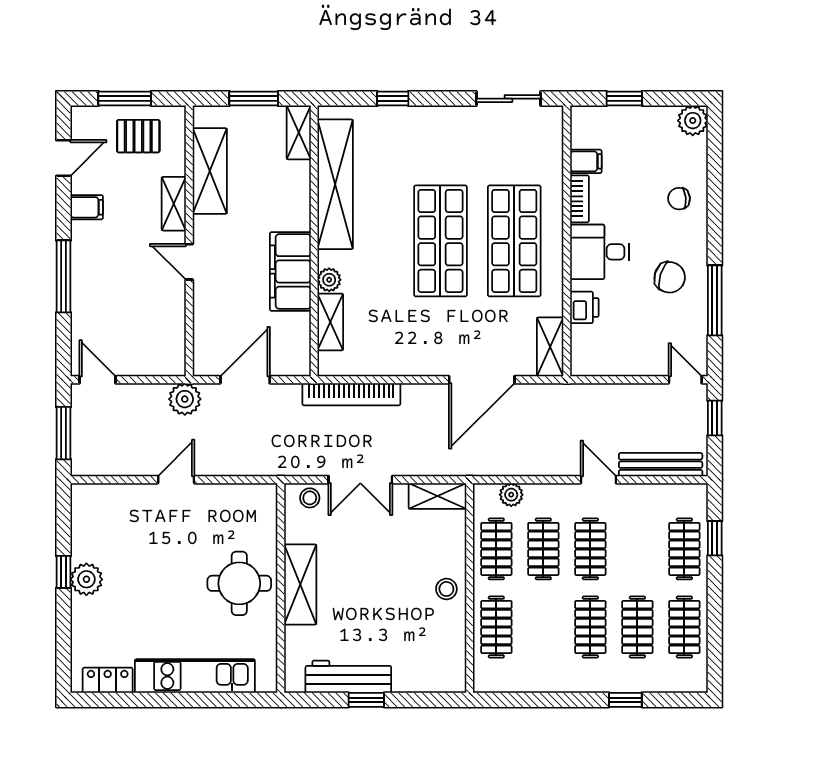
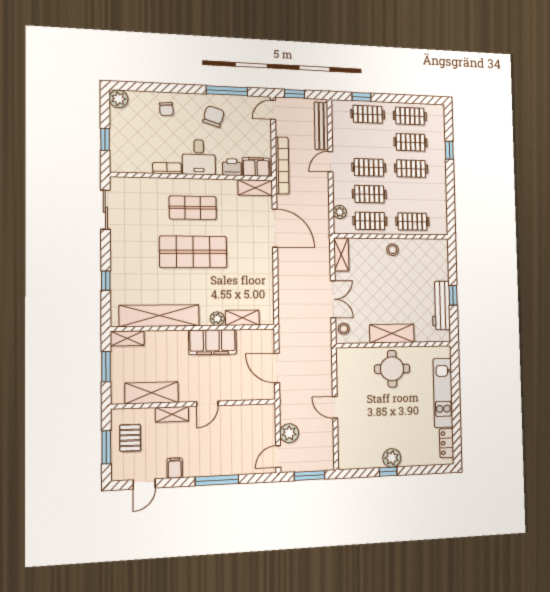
door: (63, 158) -> (144, 484), swing flipped
filing cabinet: (586, 161) -> (256, 167), moved, width x2.00
shop shelf: (514, 241) -> (193, 208), width x0.70, depth x0.74
bookcase: (351, 394) -> (282, 165), moved
plant: (185, 399) -> (289, 433), moved

